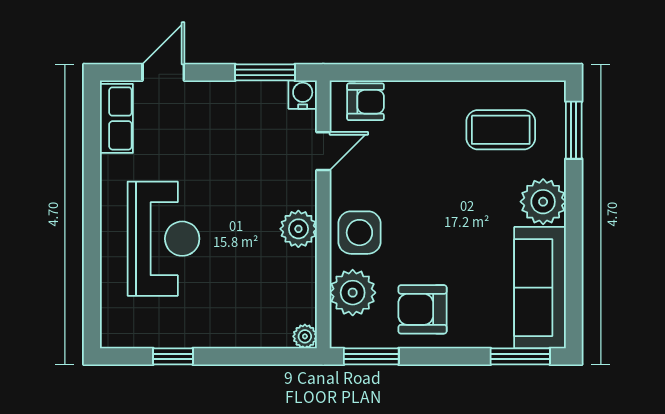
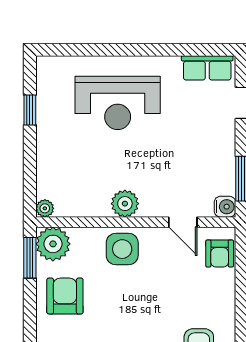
plant: (353, 293) -> (53, 244), moved

